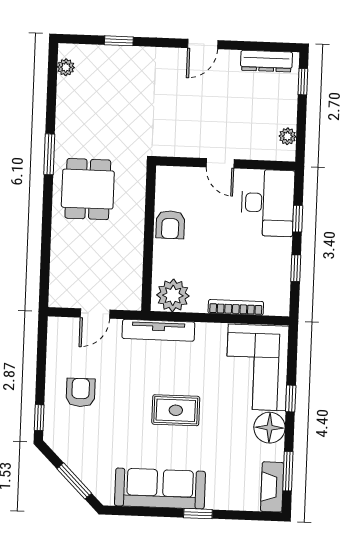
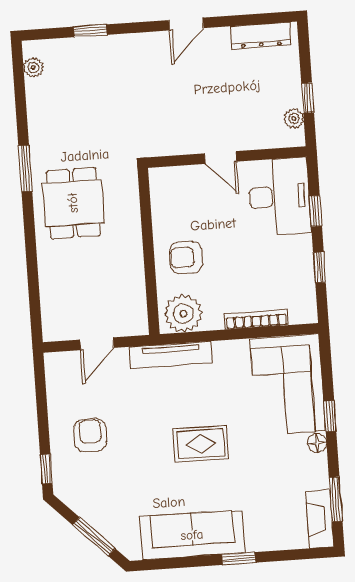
window: (303, 82) -> (308, 98), moved
armchair: (170, 225) -> (186, 257), moved, turned 90
floor lamp: (269, 428) -> (317, 443), width x0.53, depth x0.53

